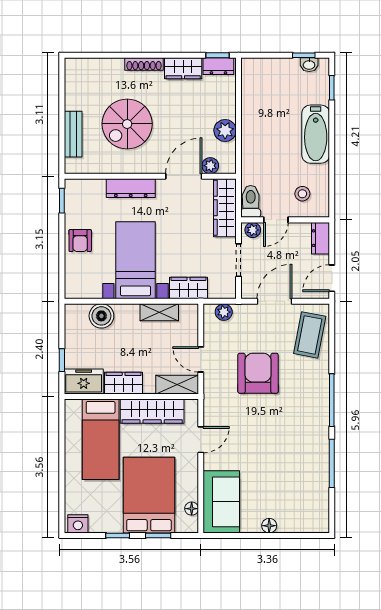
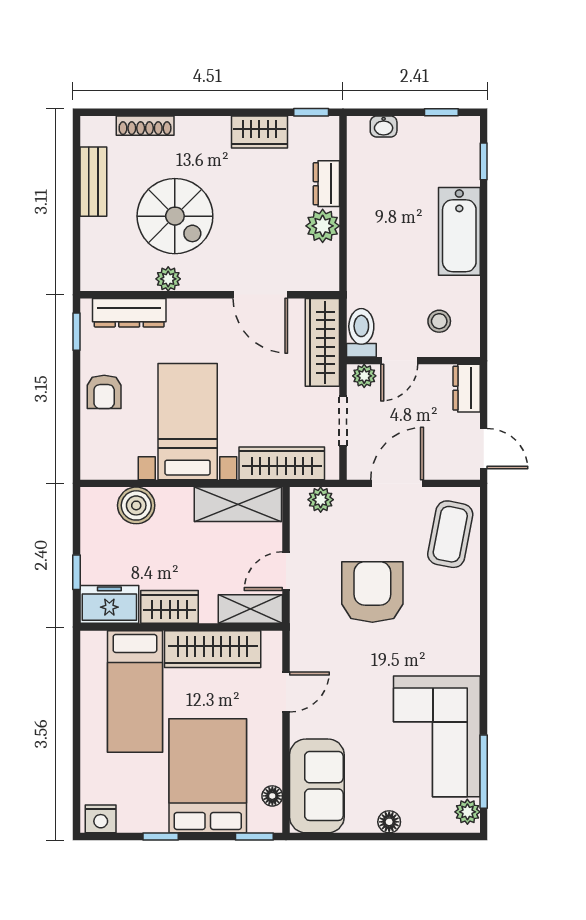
shoe rack: (144, 64) -> (145, 126), moved
washbasin: (309, 65) -> (384, 126), moved
dresser: (218, 66) -> (326, 184), moved, turned 90
spiral stairs: (127, 124) -> (175, 216), turned -90
bench: (73, 134) -> (93, 182), moved
plant: (210, 166) -> (168, 279), moved
door: (184, 176) -> (260, 295), swing flipped
dresser: (131, 188) -> (129, 313), moved
door: (332, 278) -> (484, 449), swing flipped
wardrobe: (188, 288) -> (282, 463), width x1.50
shelving: (159, 312) -> (238, 504), width x1.50, depth x1.33
door: (201, 359) -> (286, 571), hinge flipped
window: (332, 400) -> (484, 632), removed
window: (332, 463) -> (484, 772), moved
corner sofa: (301, 469) -> (437, 736), added
plant: (321, 519) -> (467, 812), added
window: (158, 535) -> (254, 837), moved

